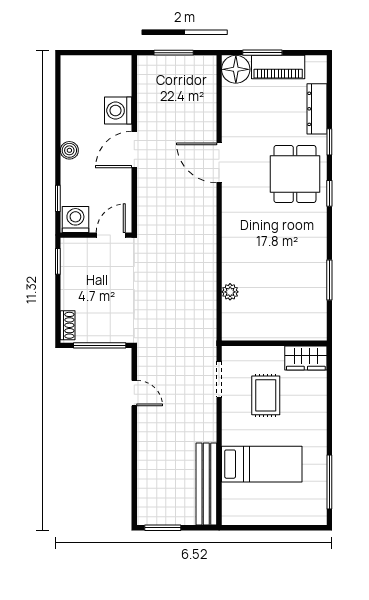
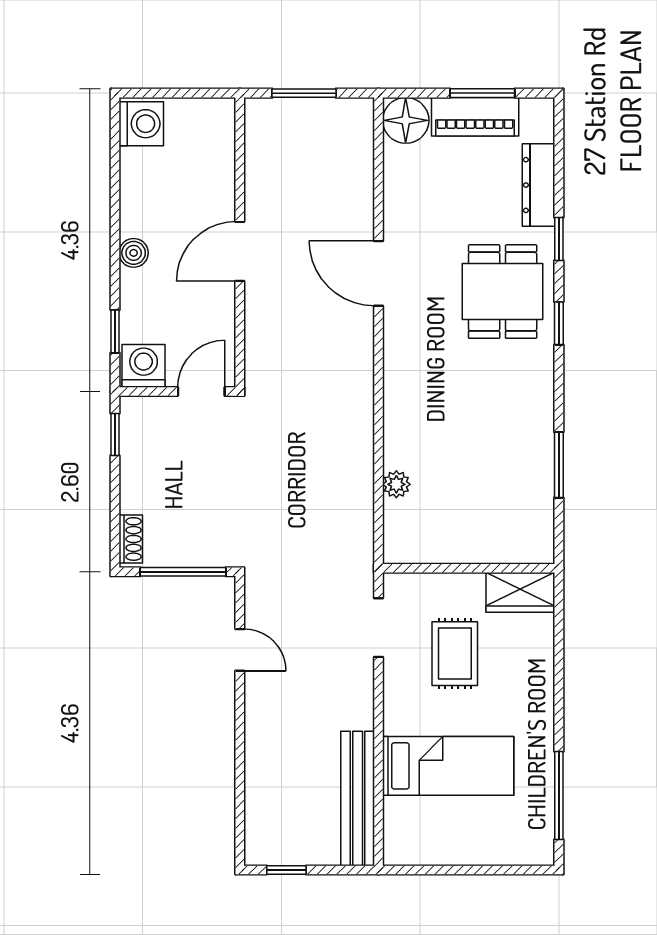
window: (262, 53) -> (482, 93), moved
washing machine: (118, 111) -> (141, 124), moved, turned 180
window: (163, 528) -> (286, 870), width x0.67

